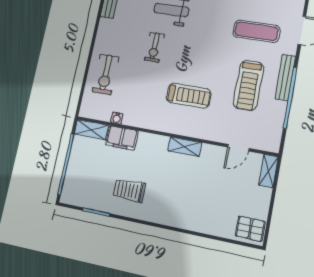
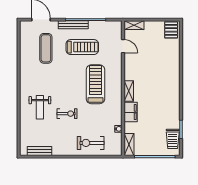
exercise bike: (106, 74) -> (91, 143), turned 180
treadmill: (189, 96) -> (95, 84), width x1.37, depth x1.38
filing cabinet: (122, 138) -> (131, 112), moved
shelving: (185, 147) -> (129, 91), moved
trolley: (129, 190) -> (173, 139), moved

